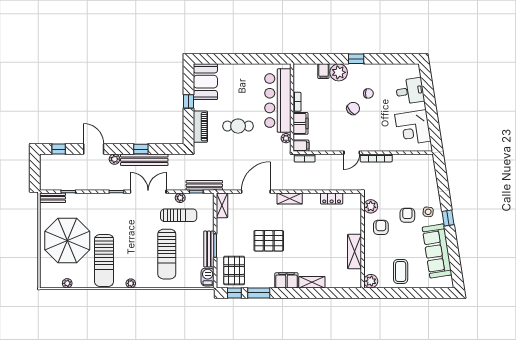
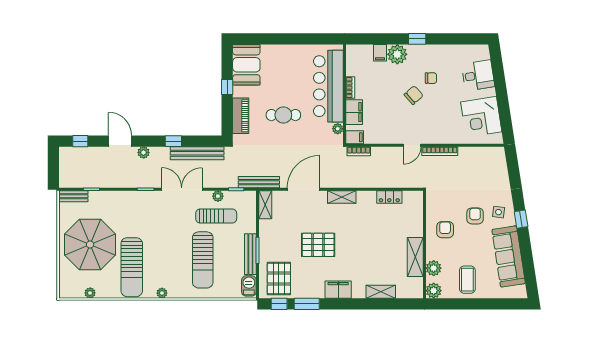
bench: (144, 160) -> (197, 153), moved
bench: (204, 185) -> (259, 182), moved
plant: (371, 206) -> (434, 268), moved
shelving: (312, 282) -> (381, 292), moved

